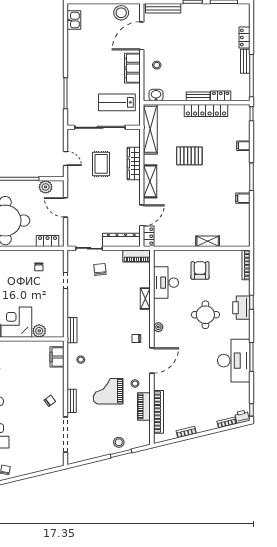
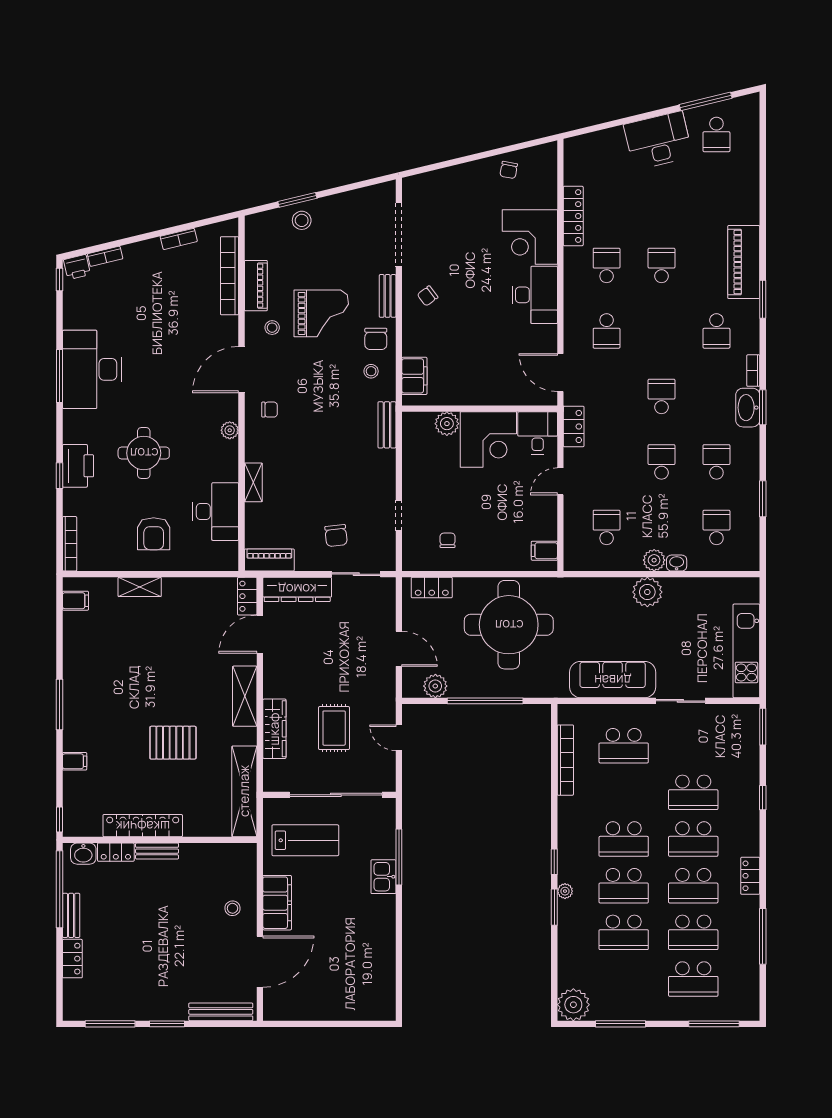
stool: (121, 13) -> (297, 1004), removed
kitchen sink: (74, 20) -> (383, 877), moved
washbasin: (156, 95) -> (83, 854), moved
filing cabinet: (243, 198) -> (75, 601), moved
chair: (78, 377) -> (376, 339), added

